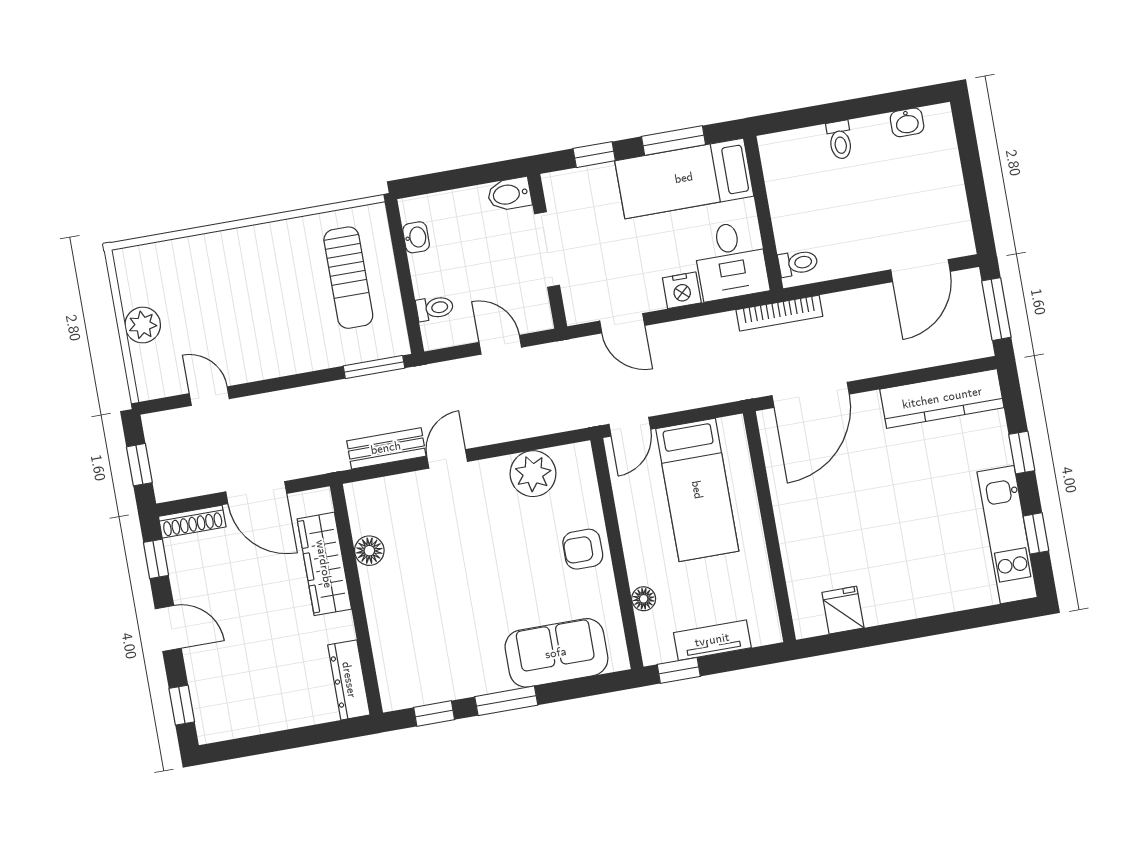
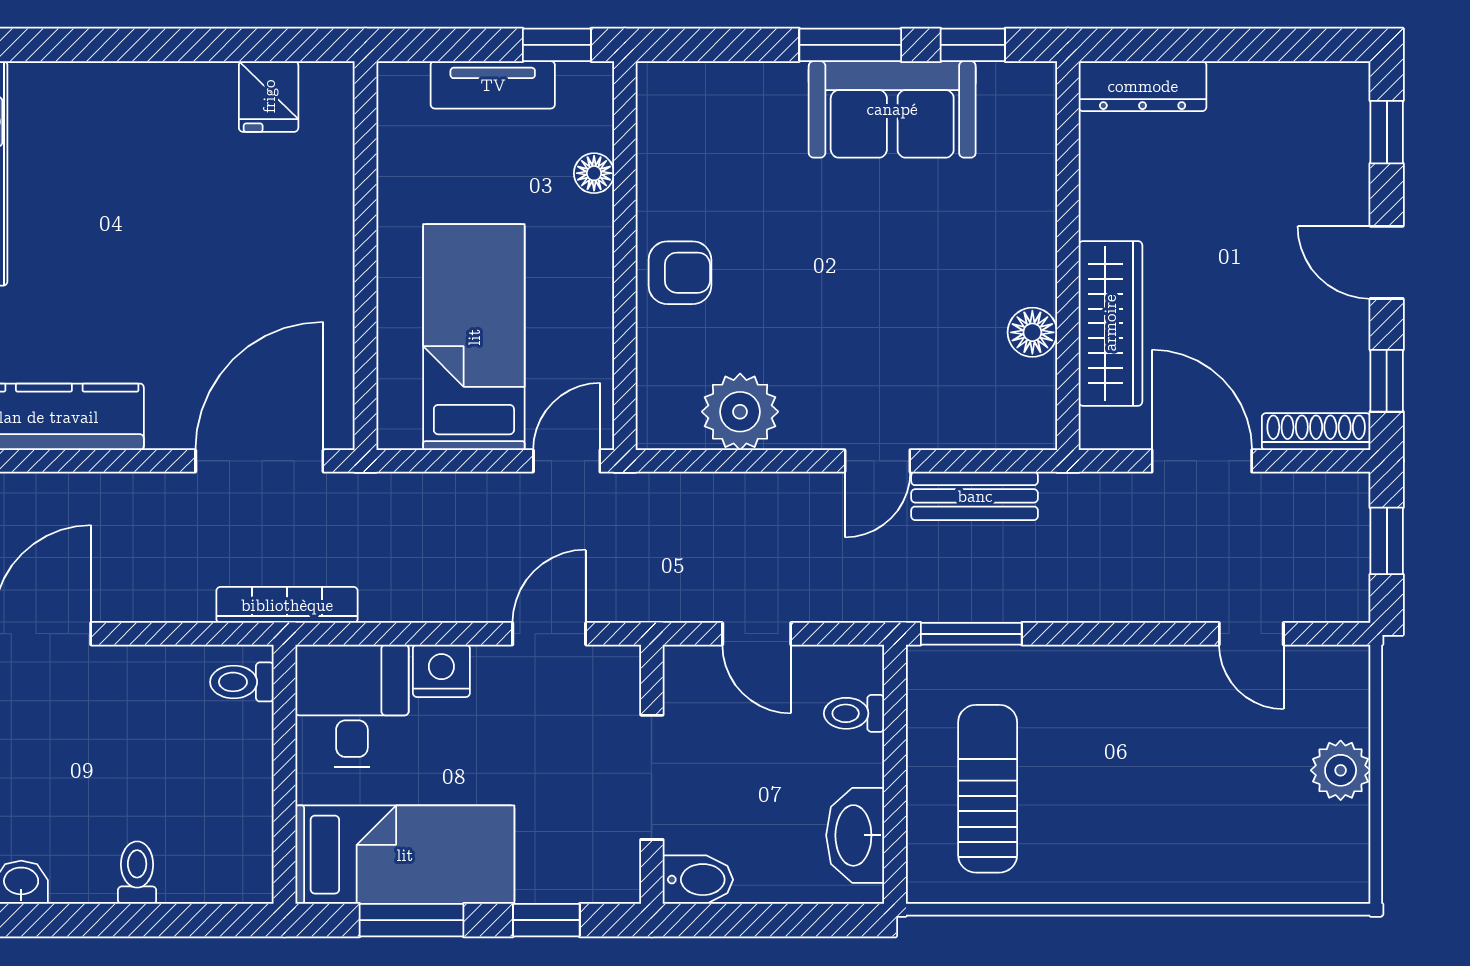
washbasin: (416, 237) -> (855, 835), width x1.91, depth x1.45
door: (622, 323) -> (549, 634), hinge flipped
sofa: (556, 653) -> (892, 109), moved
dresser: (349, 680) -> (1143, 86), moved, turned 90

